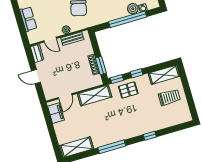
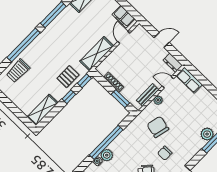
row of seats: (28, 19) -> (189, 80), moved
window: (101, 65) -> (120, 99), moved
trolley: (169, 97) -> (18, 71), moved
window: (150, 136) -> (24, 45), width x3.17

